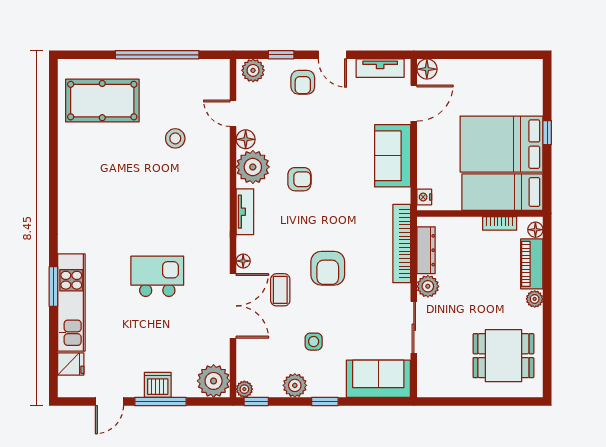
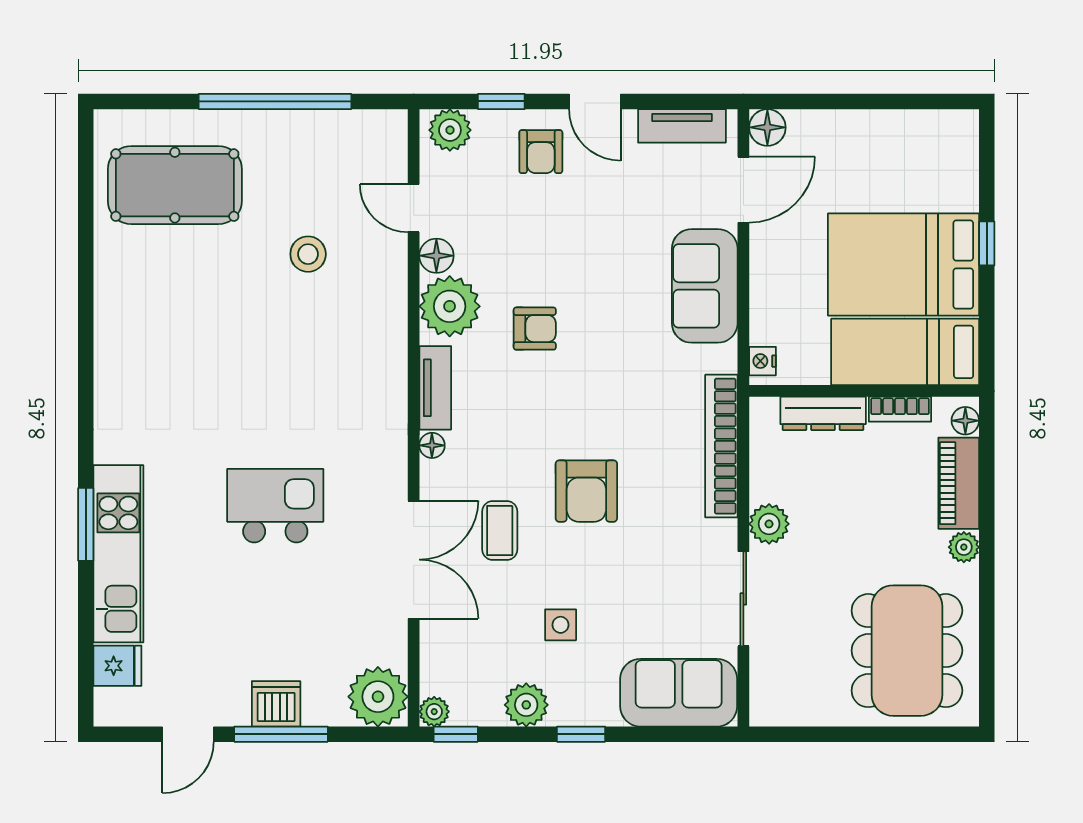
dresser: (426, 250) -> (823, 413), moved, turned 90
floor lamp: (243, 261) -> (432, 445), moved
dining table: (503, 356) -> (907, 651), width x1.38

